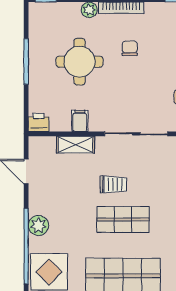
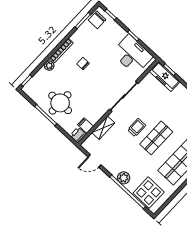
round table: (80, 62) -> (60, 103), moved
filing cabinet: (80, 121) -> (85, 126), moved

